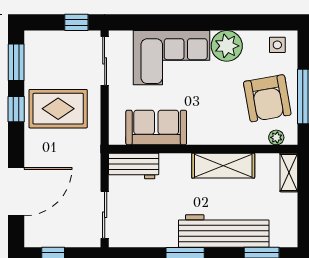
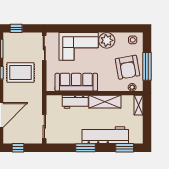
window: (76, 22) -> (16, 28), moved
sofa: (156, 127) -> (76, 82), width x1.36
workbench: (134, 166) -> (75, 102), moved

